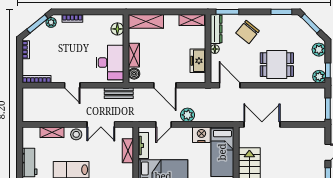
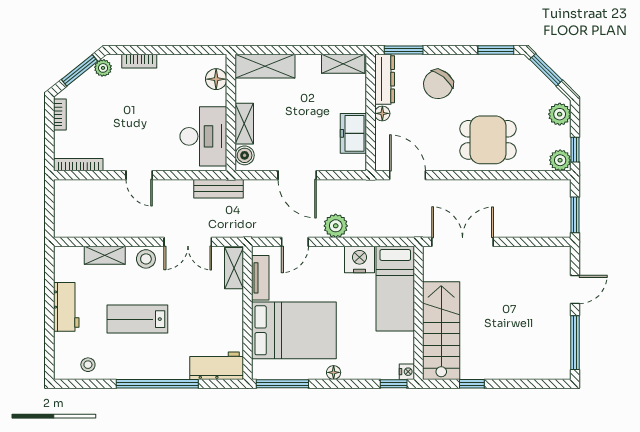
shelving: (128, 151) -> (234, 268), moved

